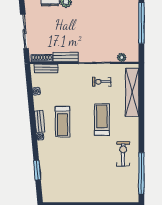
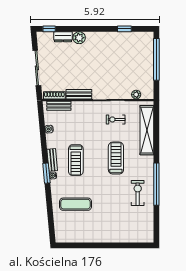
exercise mat: (62, 165) -> (75, 204), added
window: (37, 170) -> (46, 173), moved
window: (141, 173) -> (156, 184), moved

